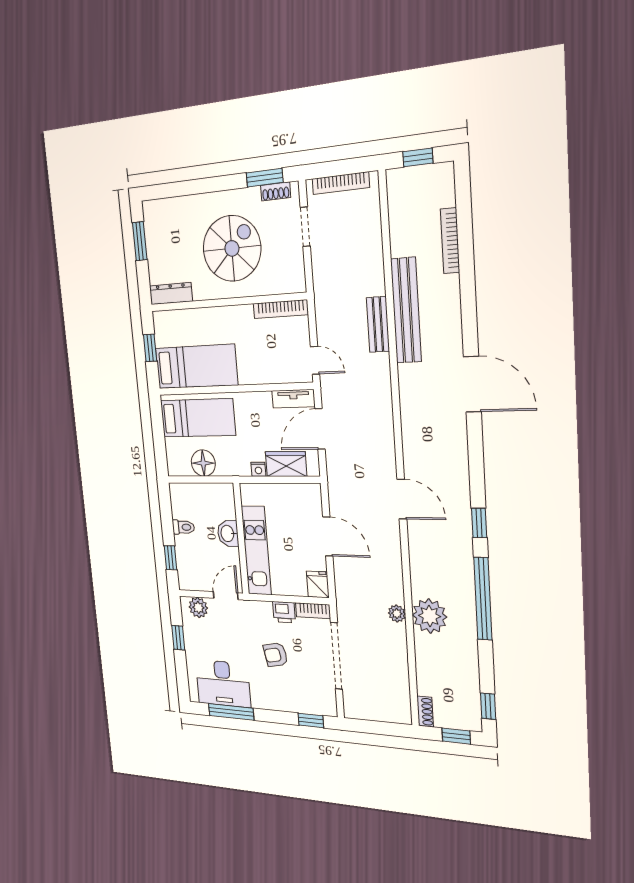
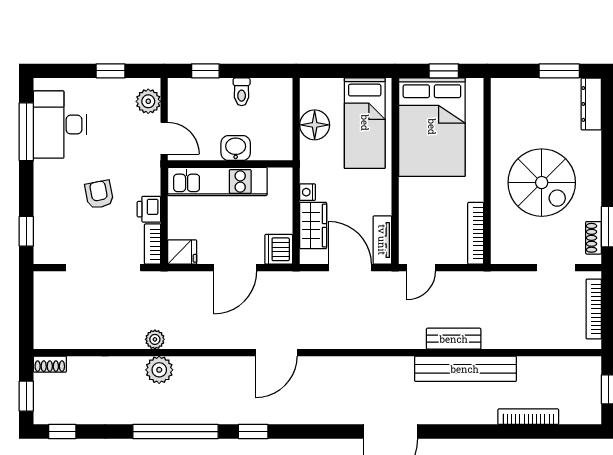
dresser: (171, 294) -> (591, 104), moved, turned 180
bed: (196, 367) -> (432, 127), width x1.50
dishwasher: (309, 496) -> (279, 249), added
plant: (430, 616) -> (159, 370), width x0.73, depth x0.73

